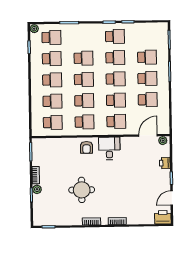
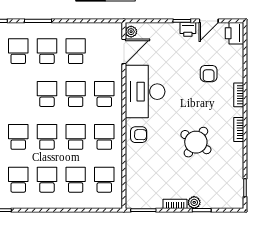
school desk: (115, 58) -> (18, 94), removed
door: (148, 135) -> (124, 51), swing flipped
desk: (109, 148) -> (145, 92), width x1.87, depth x1.30
printer: (165, 163) -> (188, 29), moved
round table: (82, 190) -> (196, 142), turned 35
door: (172, 198) -> (209, 21), hinge flipped
armchair: (133, 199) -> (209, 74), added

